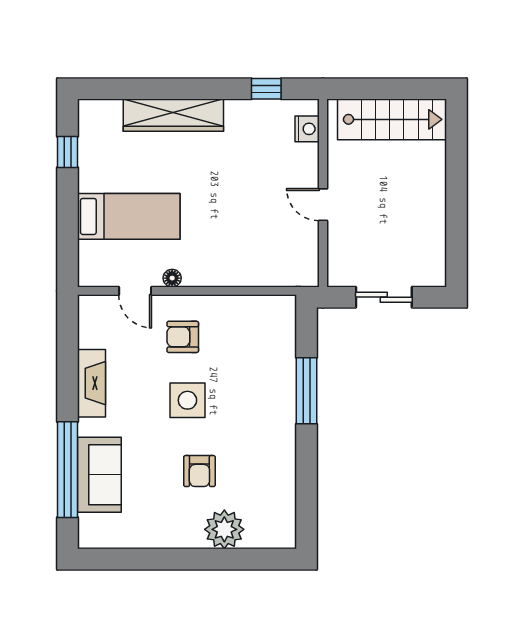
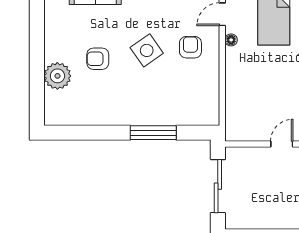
sliding door: (384, 297) -> (218, 186), width x1.37
side table: (187, 400) -> (147, 50), turned -35

